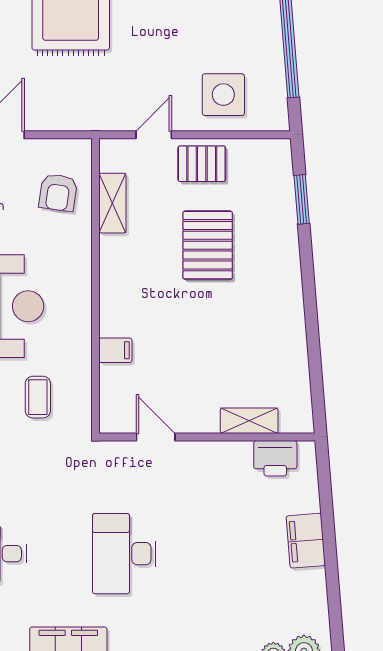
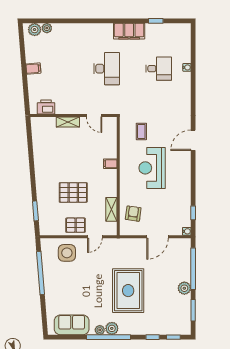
pallet: (208, 245) -> (73, 192), turned 90
filing cabinet: (115, 350) -> (110, 164), moved
shelving: (249, 421) -> (68, 122), moved
filing cabinet: (306, 541) -> (33, 69), width x0.50

